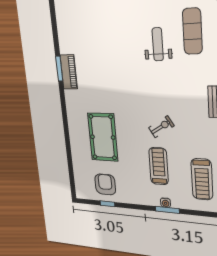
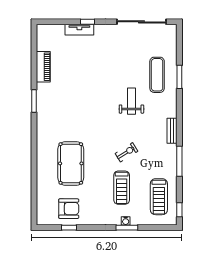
weight bench: (158, 44) -> (131, 101), moved
piano: (69, 72) -> (43, 67), moved
treadmill: (159, 166) -> (122, 188), turned 180
armchair: (105, 184) -> (69, 209), turned 90

